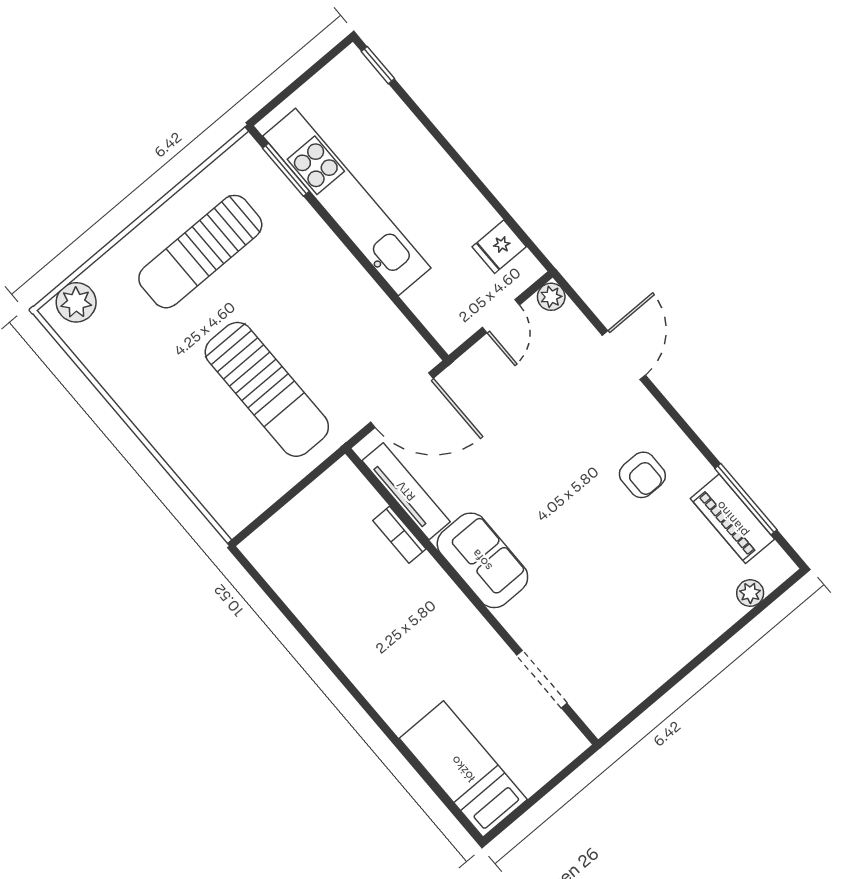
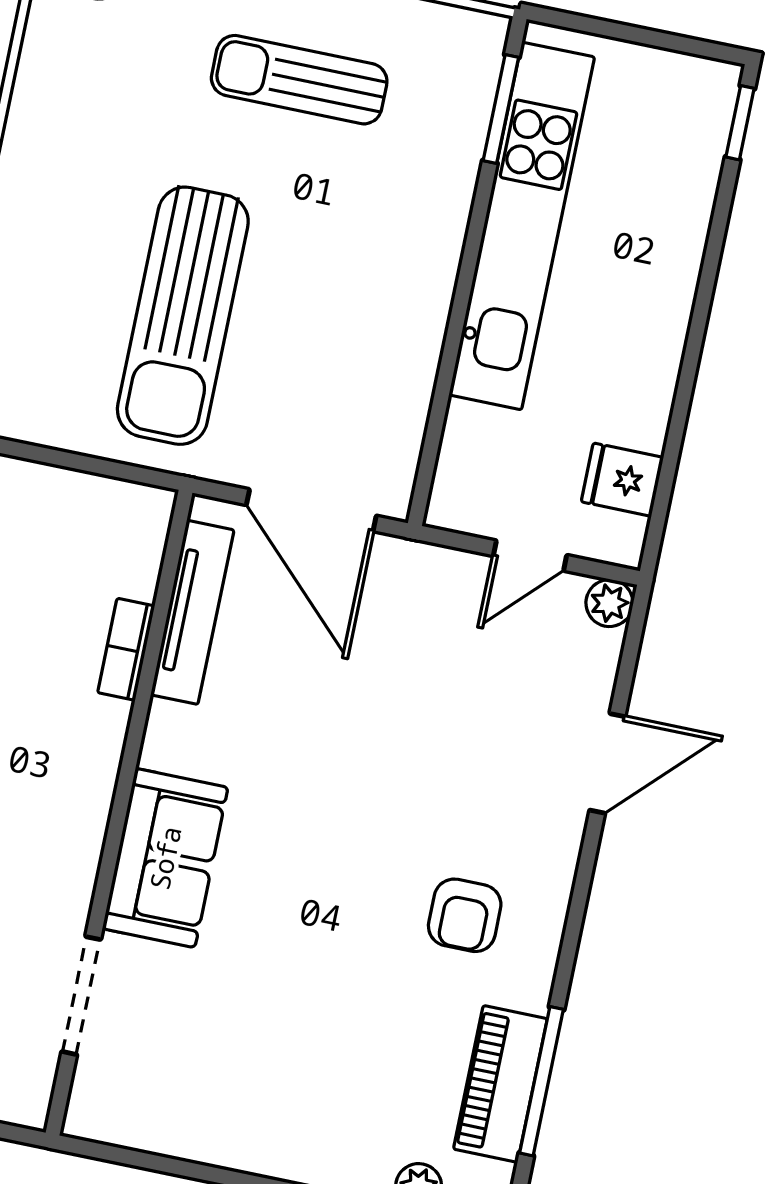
sun lounger: (200, 252) -> (299, 80), width x0.73, depth x0.75
sofa: (482, 560) -> (165, 858), moved

